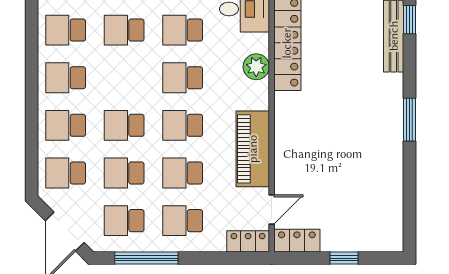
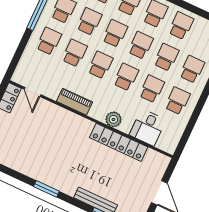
school desk: (124, 78) -> (141, 45), added
piano: (253, 149) -> (74, 102), width x0.73, depth x0.75
locker: (248, 241) -> (21, 71), removed

